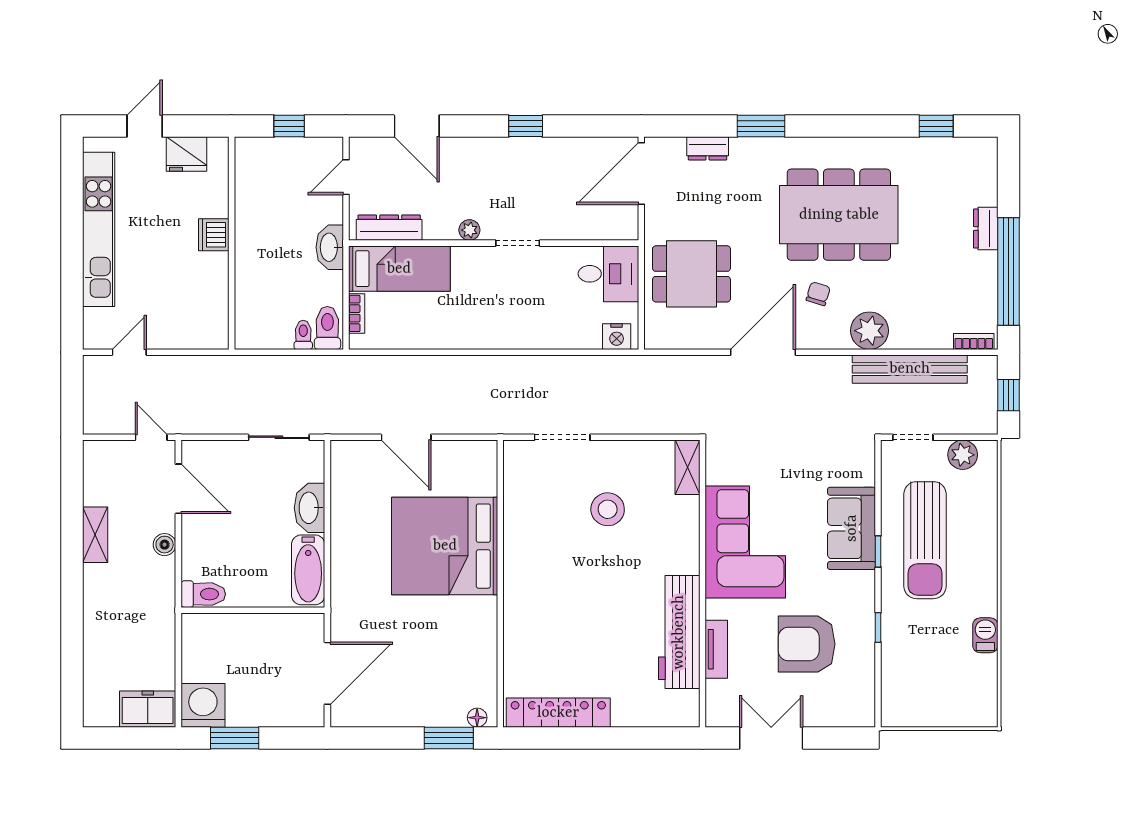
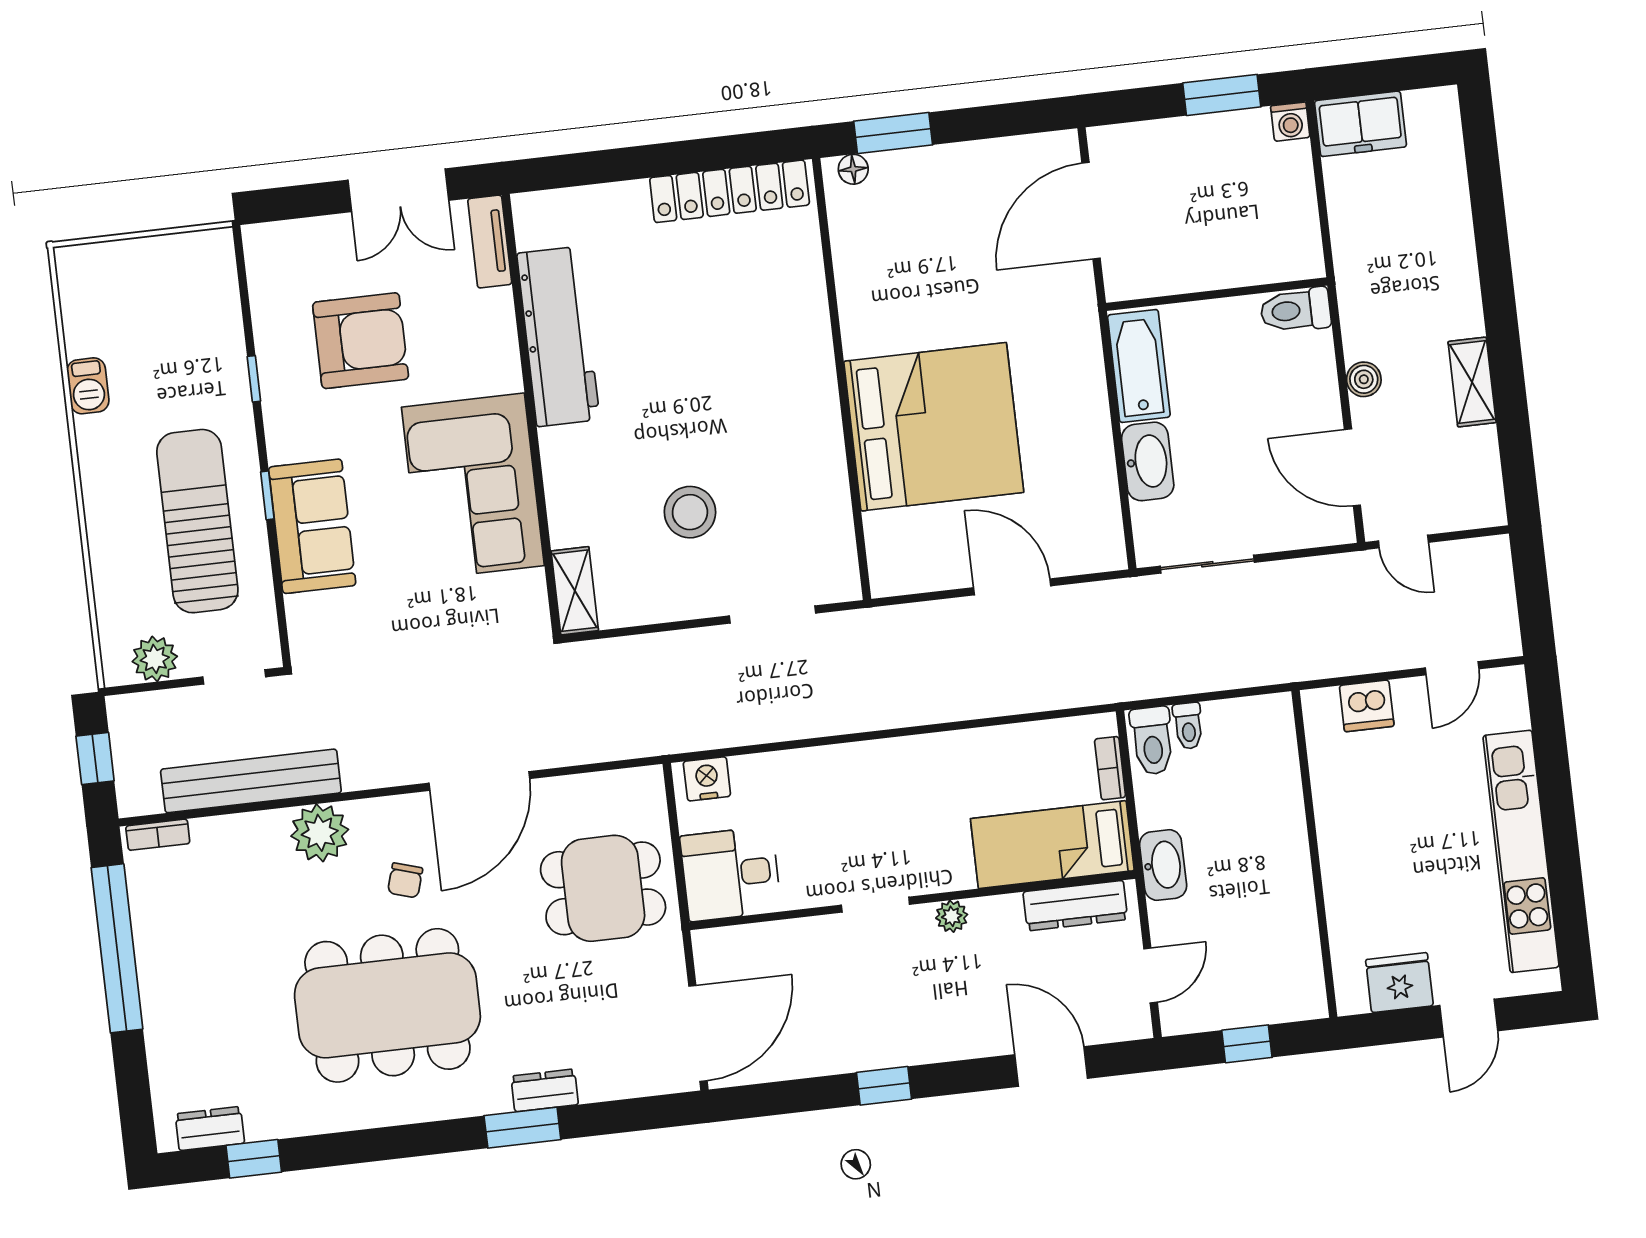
dresser: (708, 148) -> (545, 1090), moved
dresser: (986, 229) -> (210, 1129), moved, turned -90
dishwasher: (214, 235) -> (1367, 706), moved, turned 90
tv unit: (716, 649) -> (490, 242), moved
washing machine: (203, 705) -> (1290, 122), width x0.53, depth x0.53

